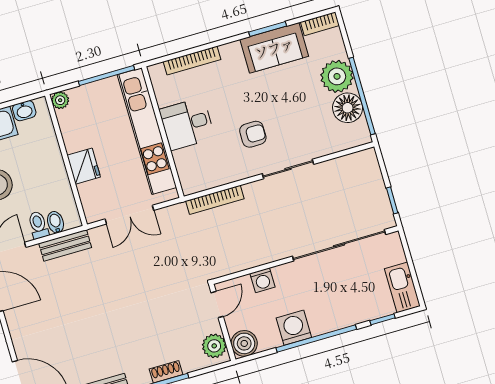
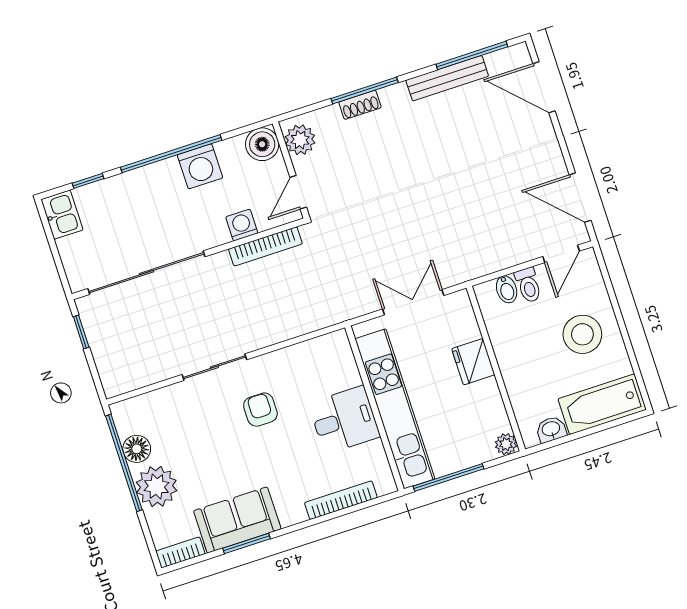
floor lamp: (348, 108) -> (137, 449), width x0.73, depth x0.73
armchair: (253, 134) -> (260, 410), turned 90
bookcase: (215, 200) -> (265, 246), moved, turned 180
bench: (65, 245) -> (493, 261), removed
kitchen sink: (402, 287) -> (62, 215), width x0.73

